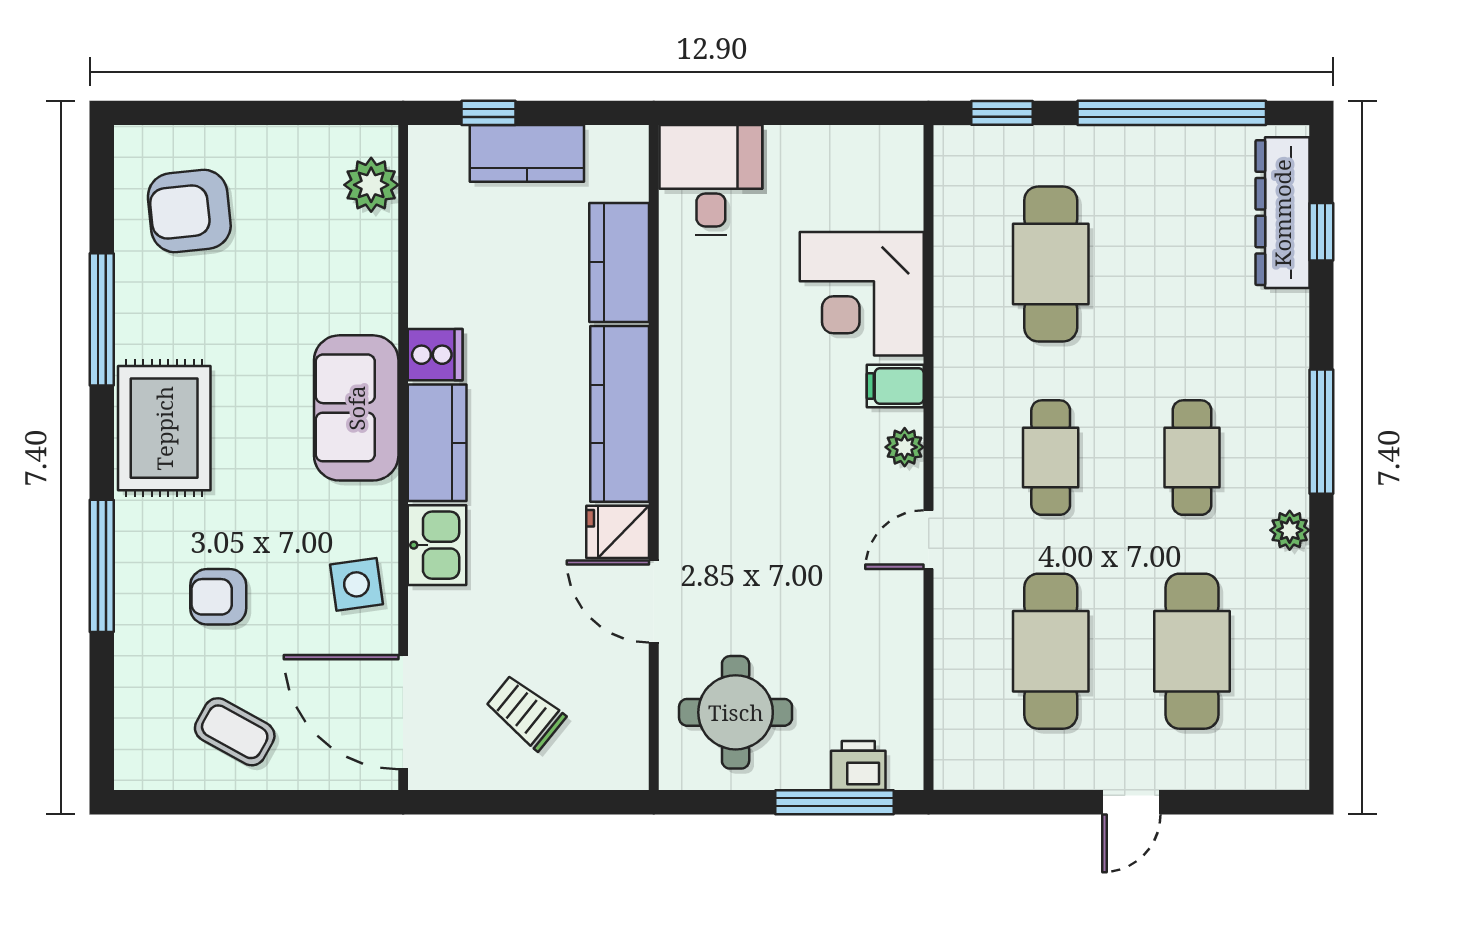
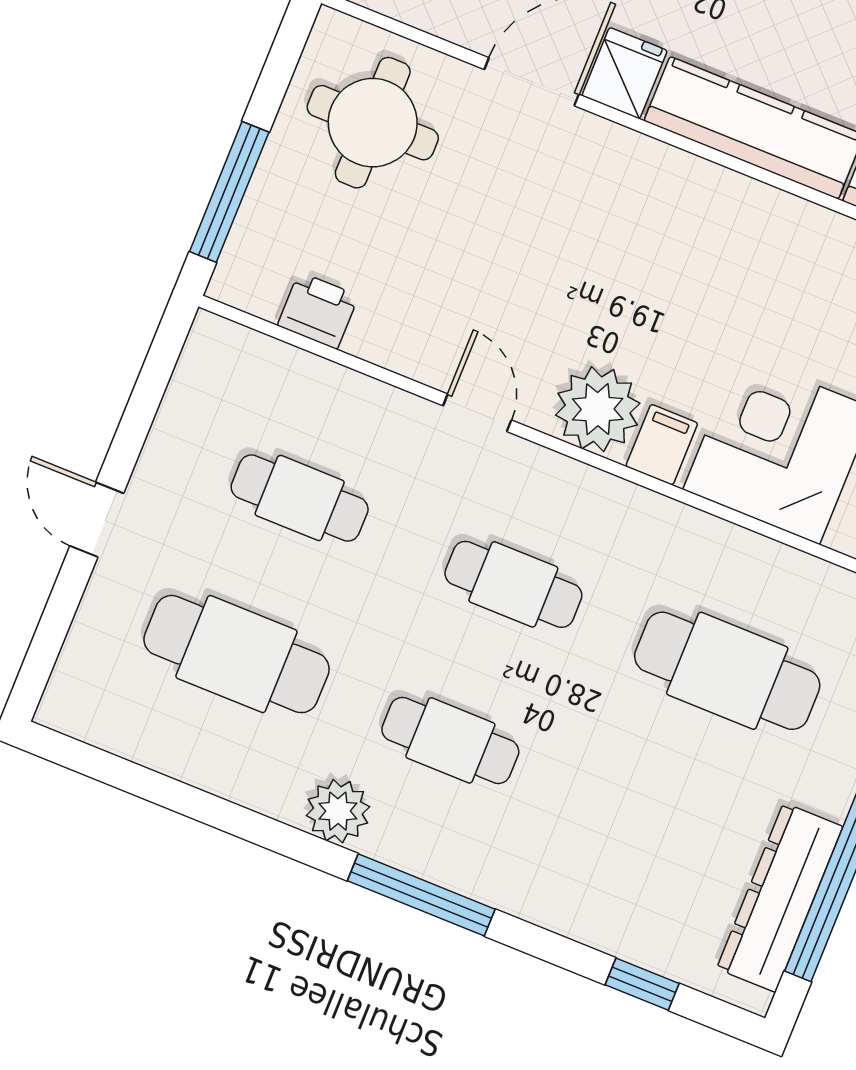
dresser: (1282, 213) -> (780, 897), moved, turned -90
plant: (905, 447) -> (598, 409), width x1.88, depth x1.88
plant: (1290, 530) -> (338, 811), width x1.38, depth x1.38
cafe table: (1051, 651) -> (300, 498), width x0.73, depth x0.74
printer: (858, 765) -> (318, 311), moved, turned -90

